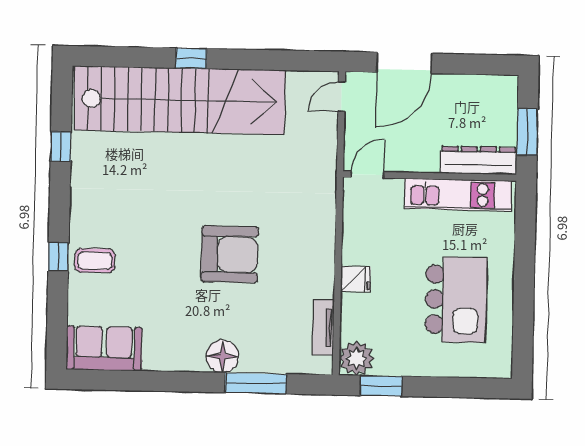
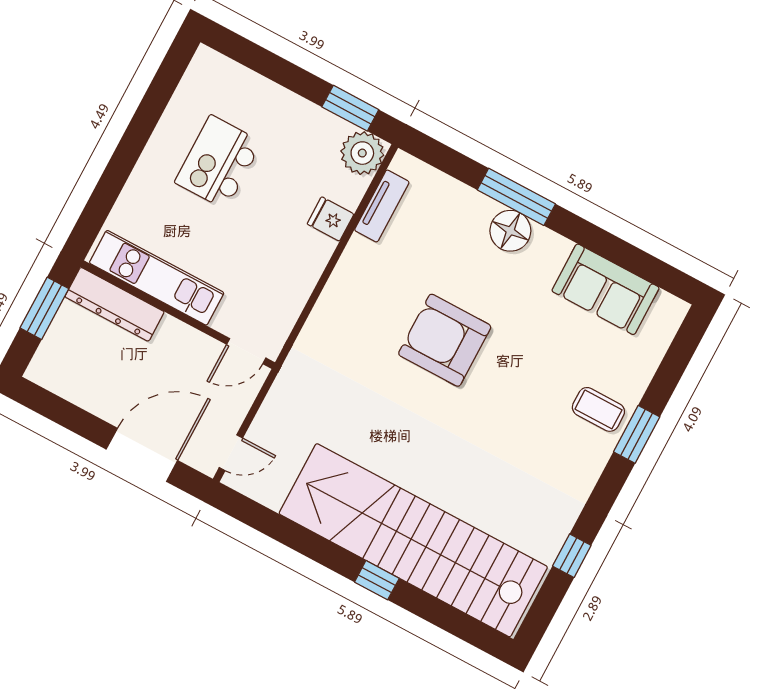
window: (58, 257) -> (637, 434), width x1.50
fridge: (356, 279) -> (331, 219), moved
kitchen island: (456, 299) -> (218, 162), width x0.73, depth x0.78
sofa: (104, 348) -> (606, 289), moved
window: (256, 383) -> (516, 197), moved

